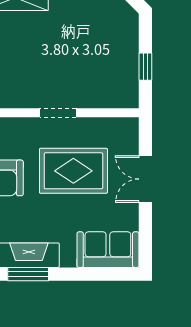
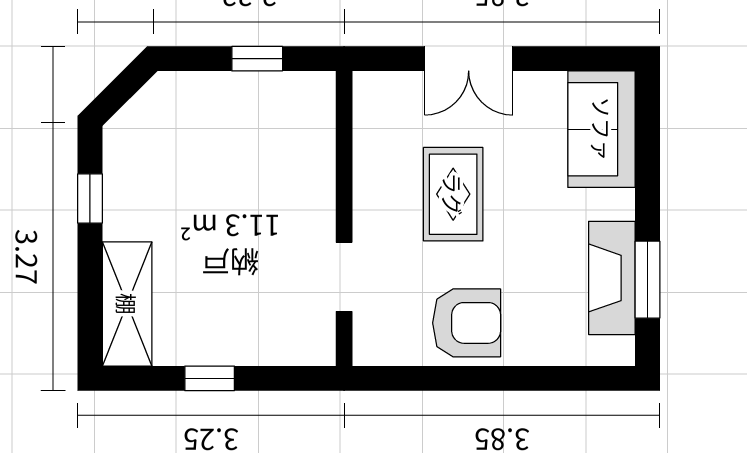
doorway: (58, 113) -> (344, 277), moved
rug: (73, 171) -> (453, 194), width x0.73, depth x0.70

